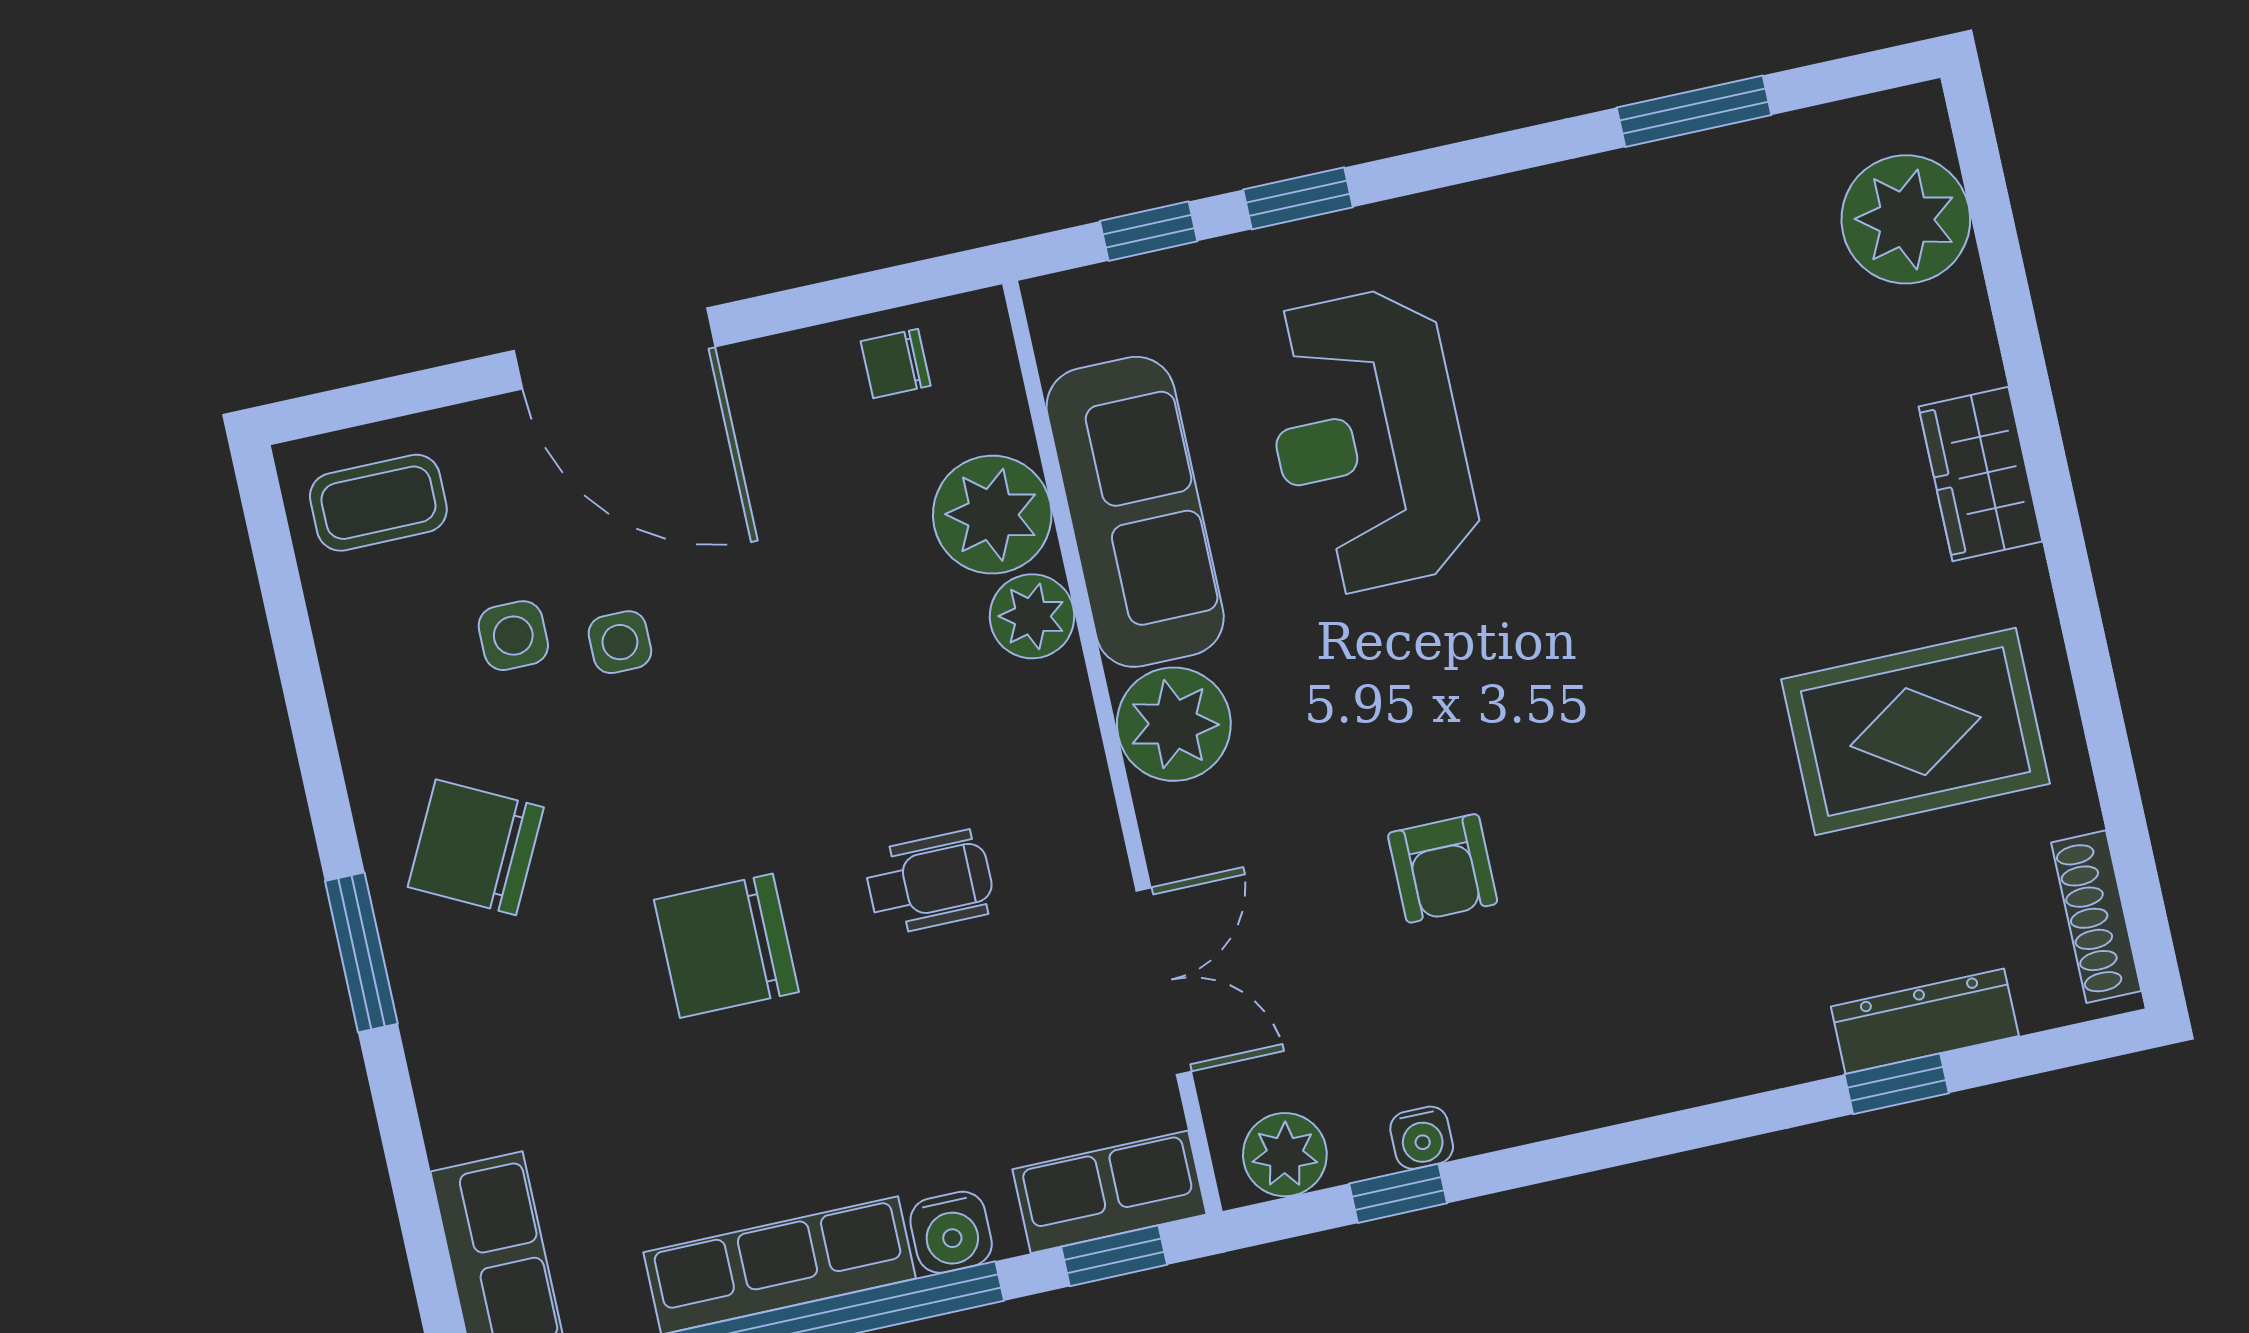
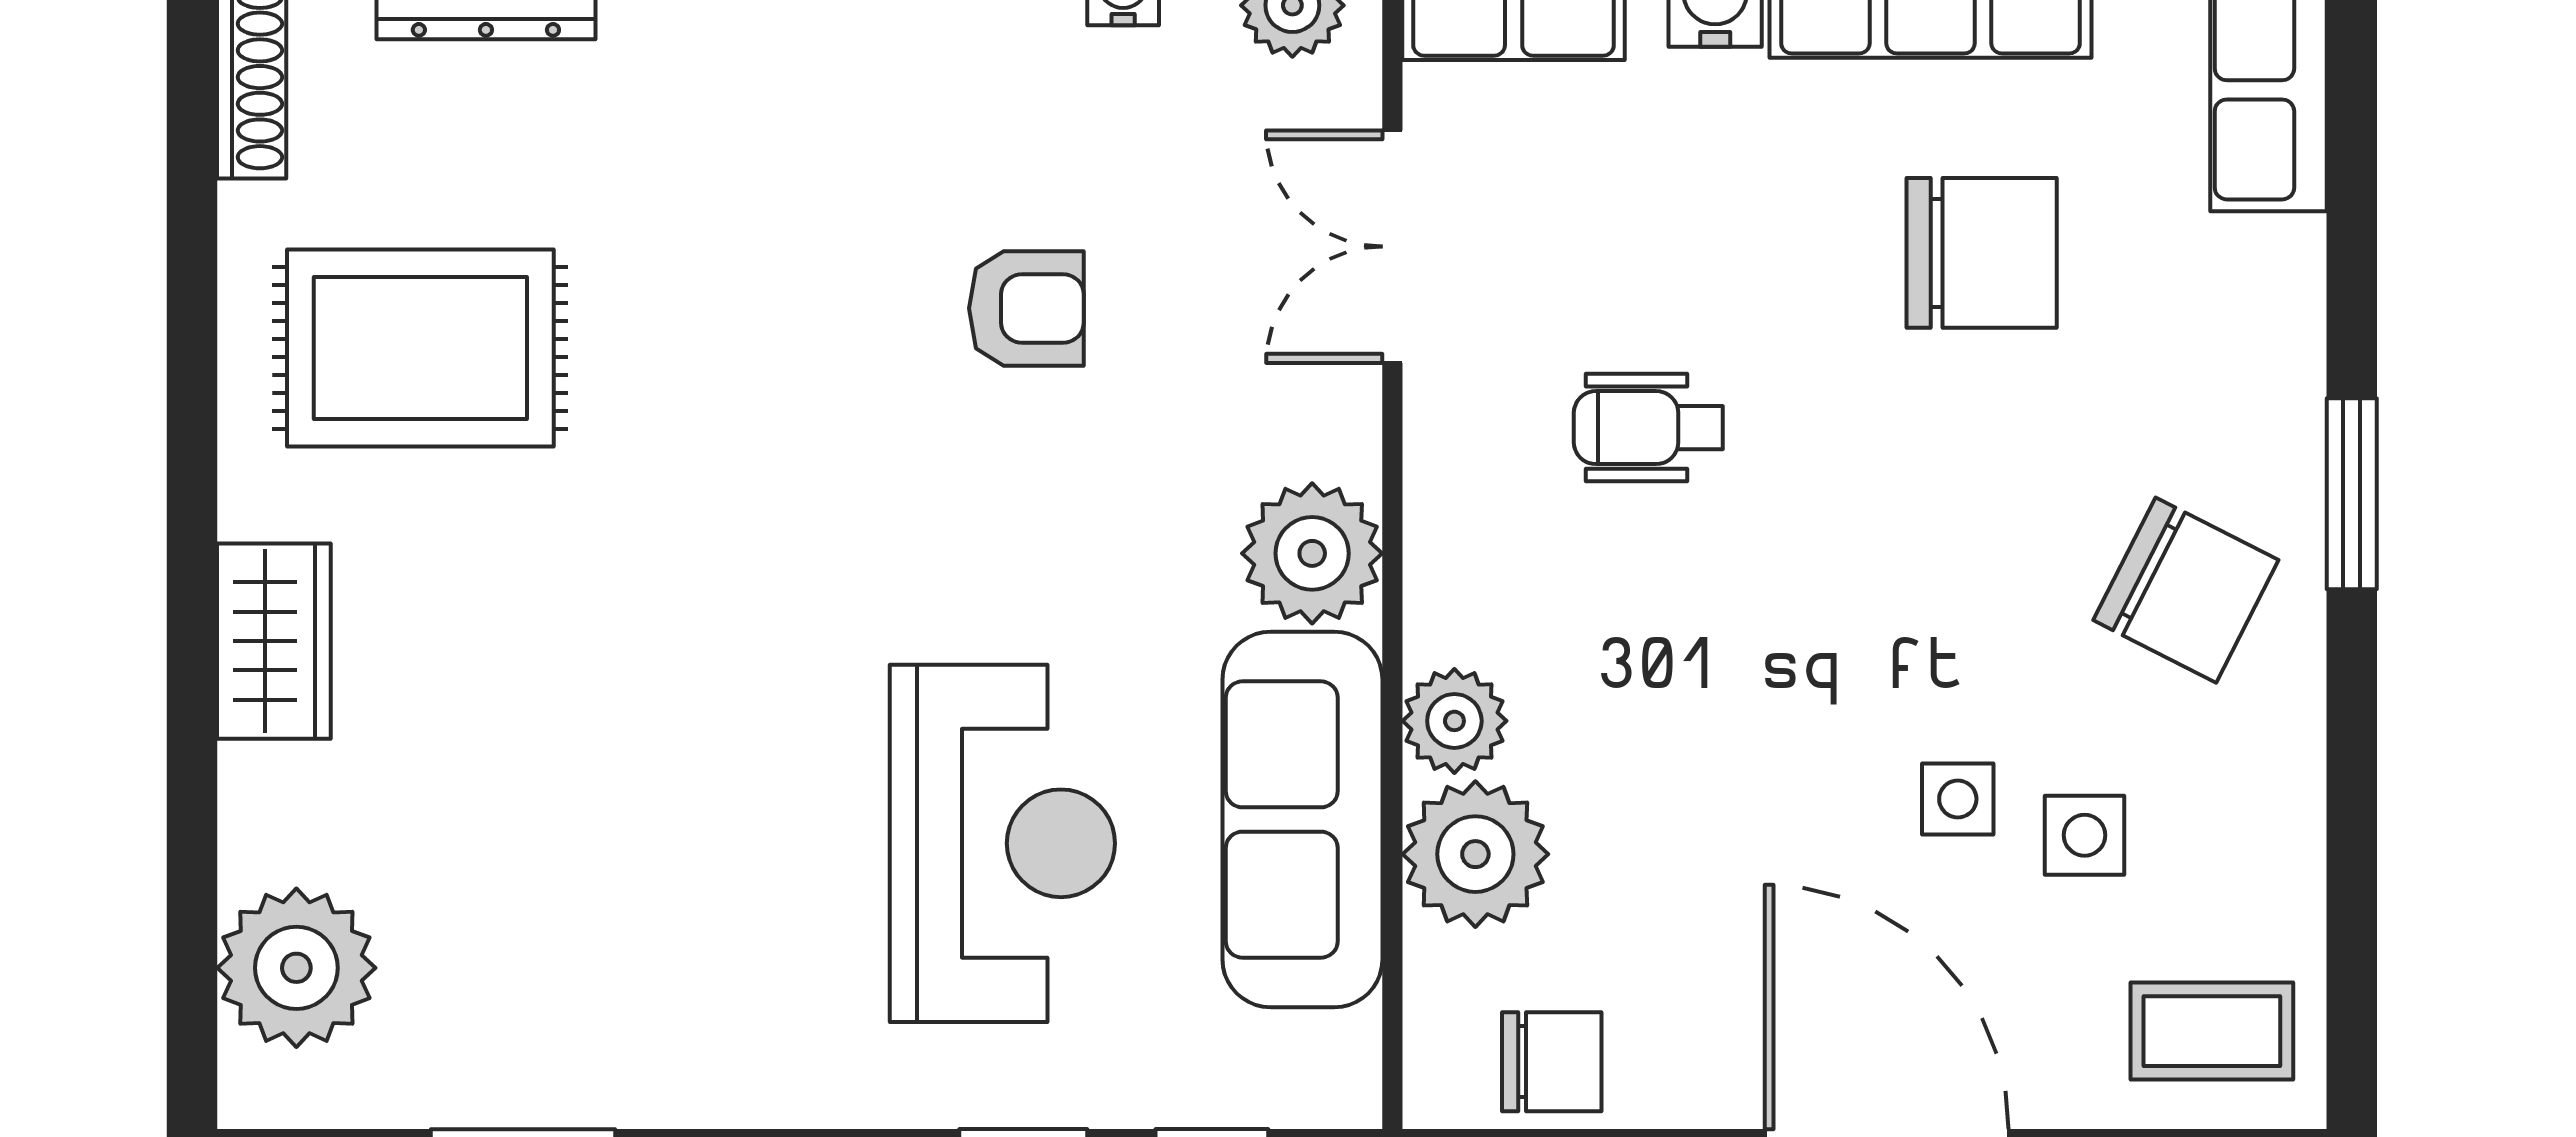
chair: (896, 363) -> (1552, 1062), width x1.37, depth x1.37
armchair: (1443, 868) -> (1026, 308), turned 90
chair: (726, 946) -> (1982, 253), moved

